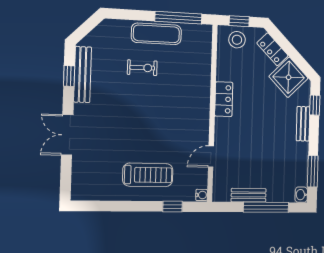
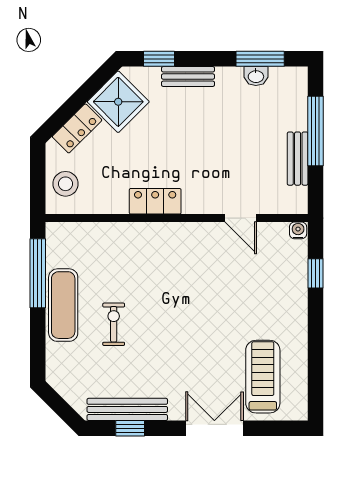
window: (239, 21) -> (38, 181), removed
double door: (67, 135) -> (214, 428), swing flipped
treadmill: (148, 175) -> (263, 377), moved
washbasin: (301, 195) -> (256, 76), moved

